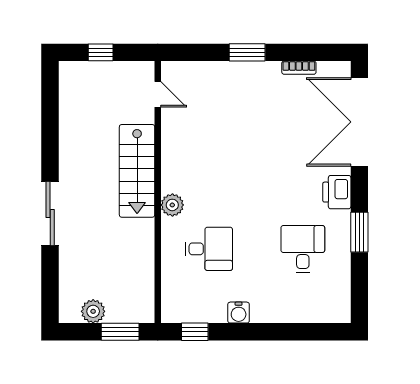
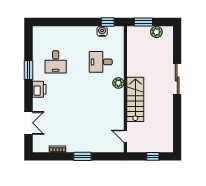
double door: (359, 122) -> (28, 123), width x0.54
water cooler: (239, 313) -> (102, 31), moved

